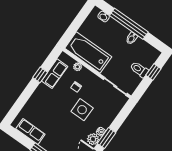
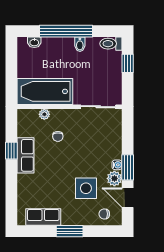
toilet: (139, 69) -> (111, 44), moved
row of seats: (55, 74) -> (25, 155), moved
side table: (82, 110) -> (86, 188), moved

